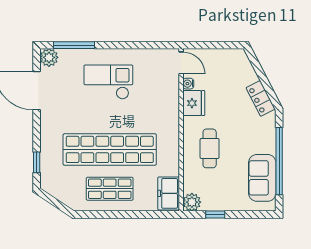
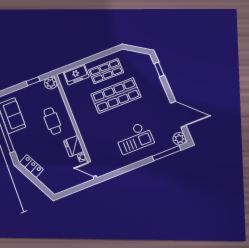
shop shelf: (110, 149) -> (116, 95), width x0.71
freezer: (169, 193) -> (76, 74), moved, turned 90

